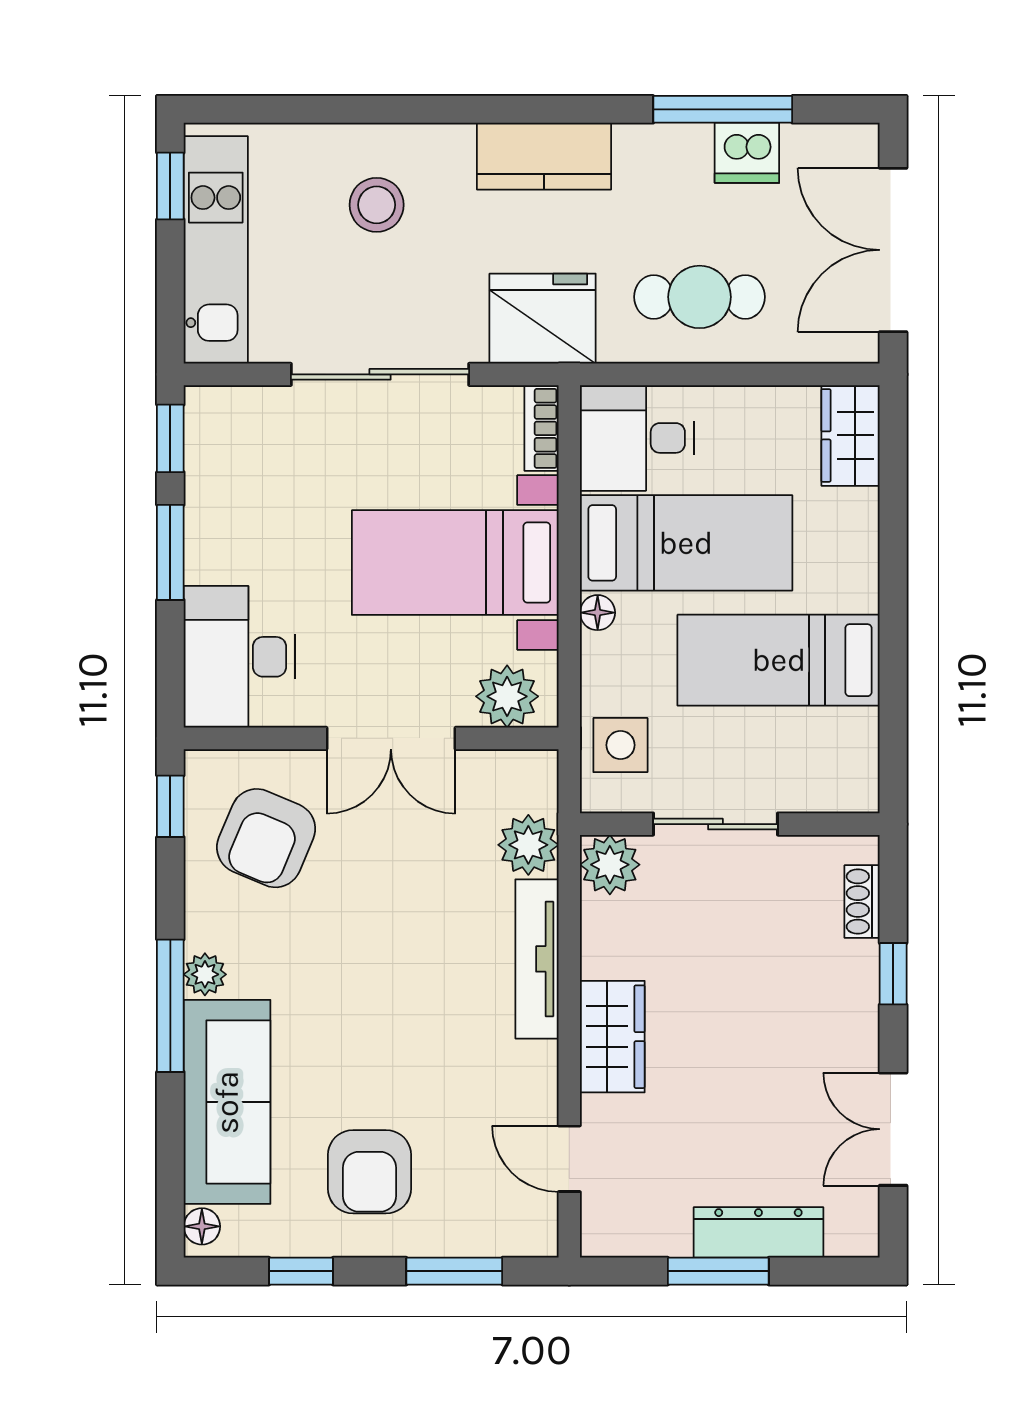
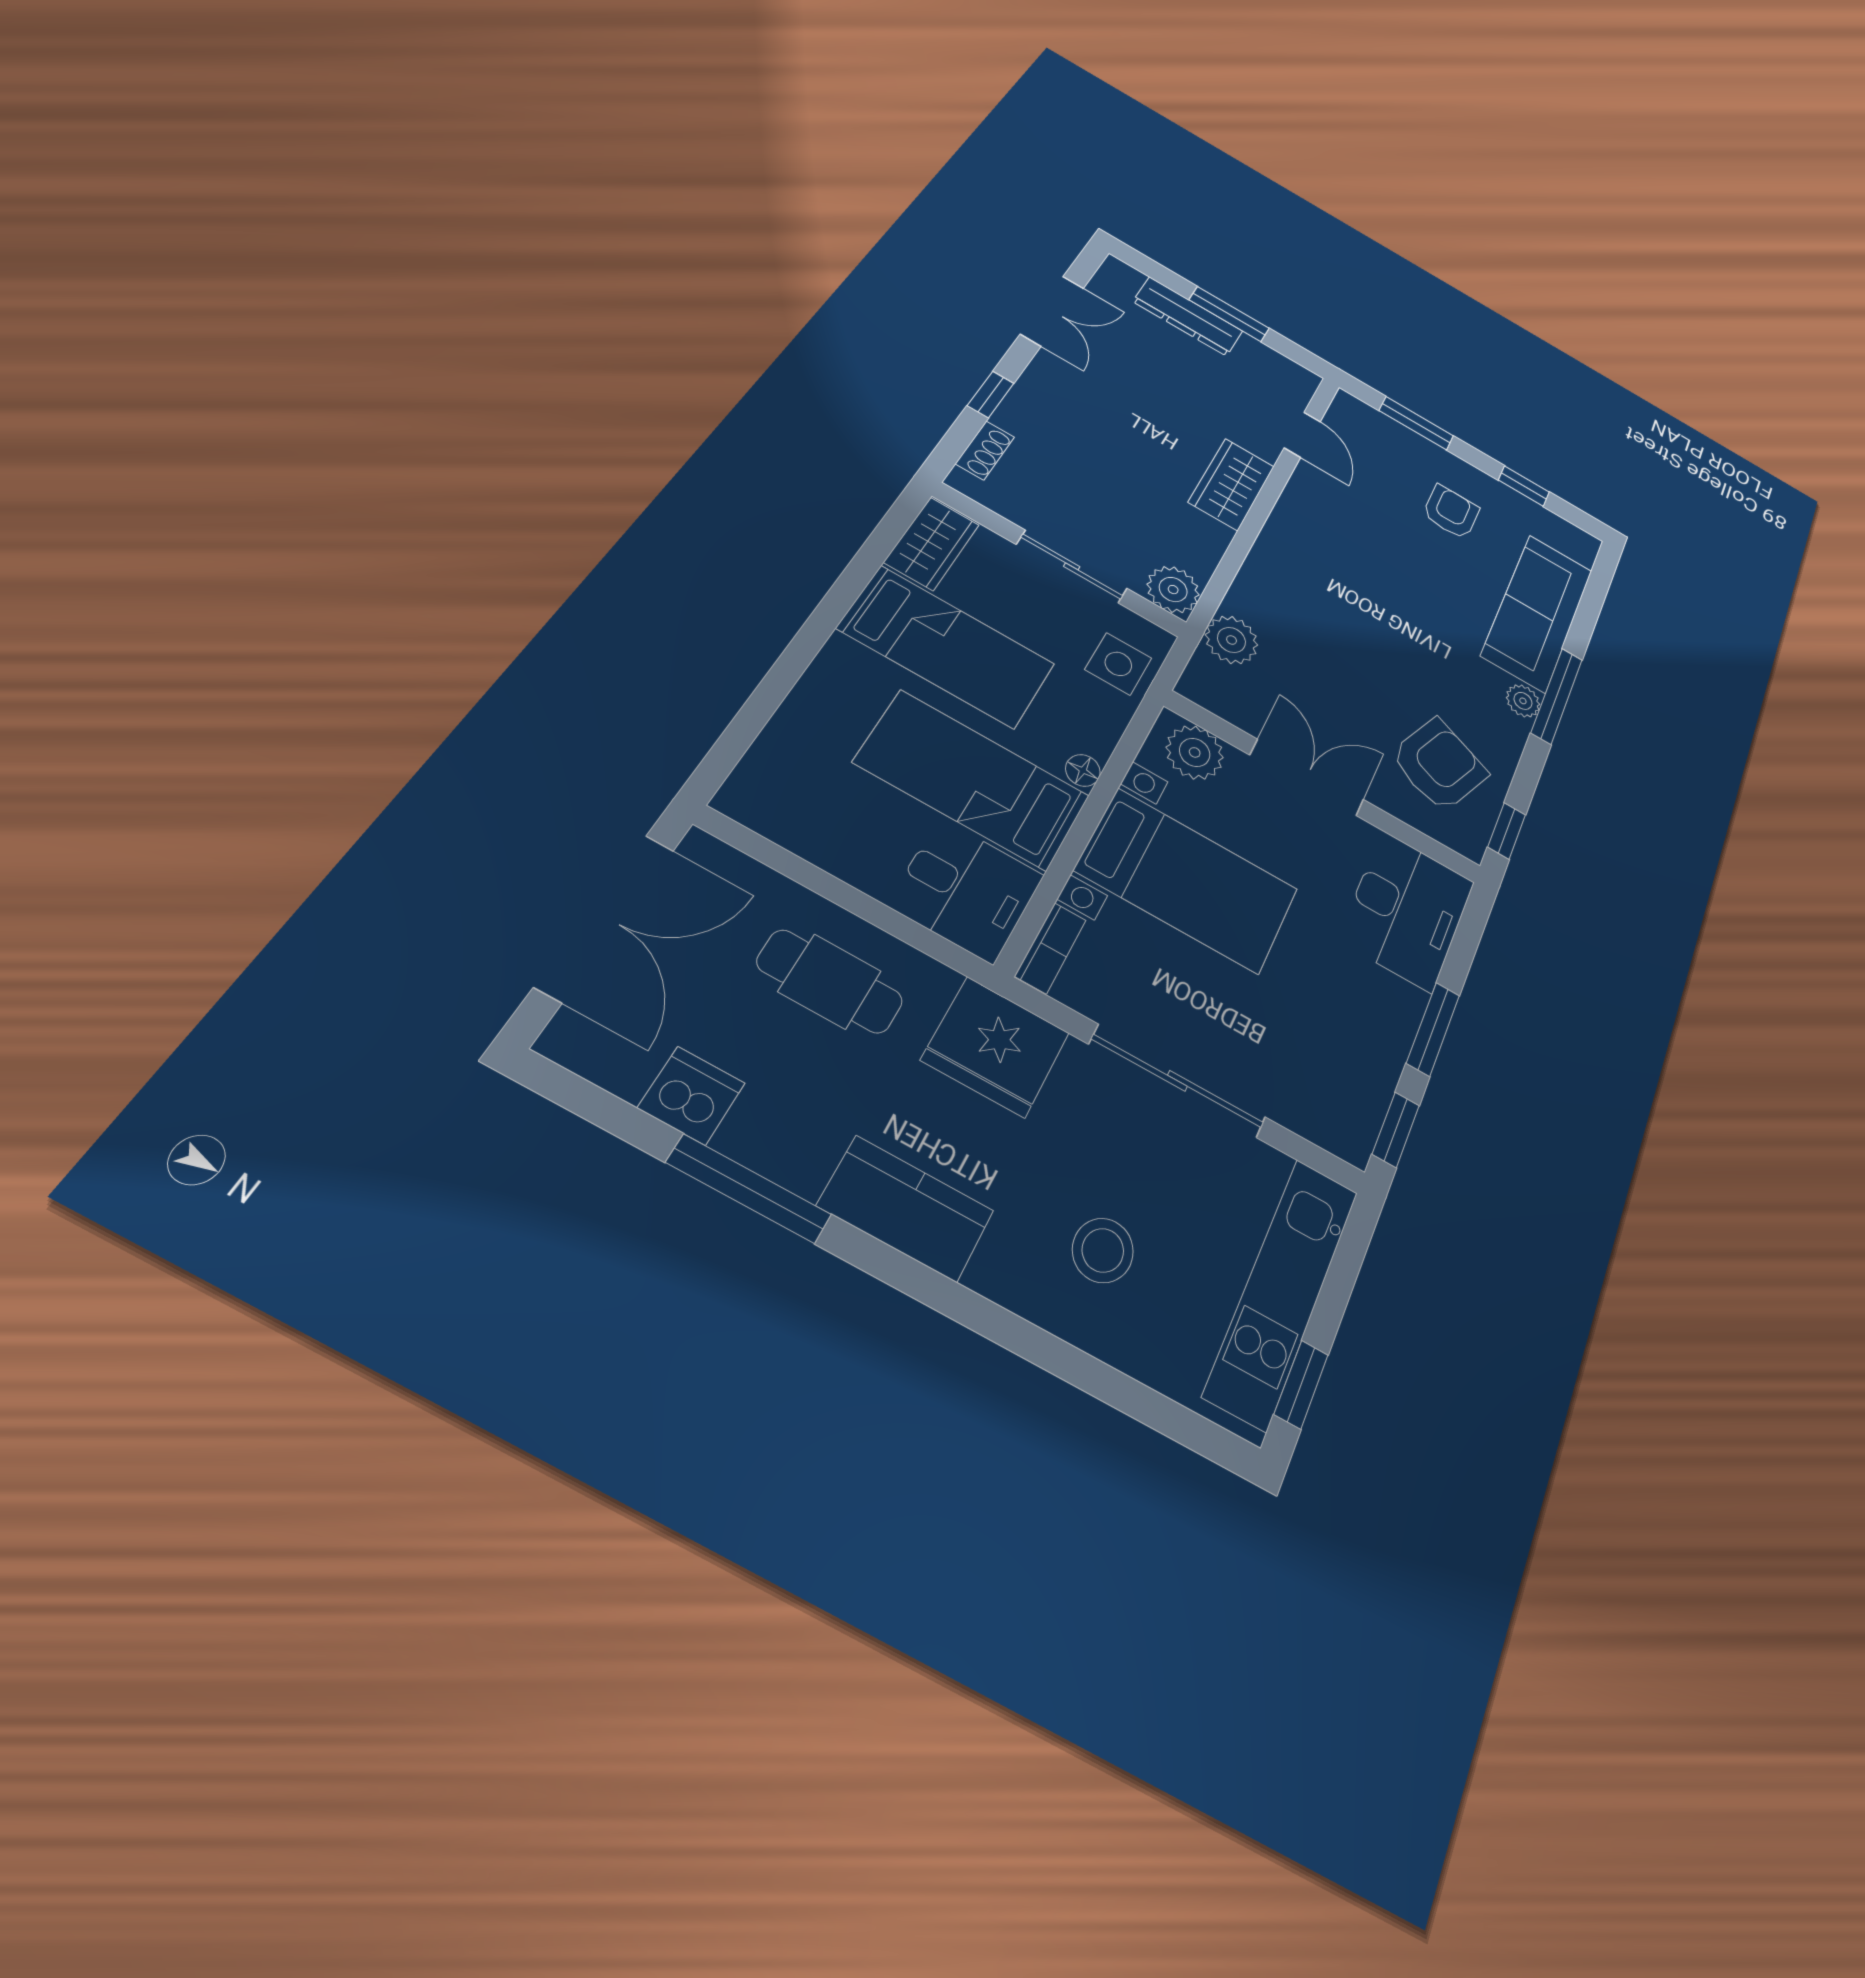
window: (723, 109) -> (749, 1189), moved
wardrobe: (851, 435) -> (932, 544), moved
tv unit: (537, 959) -> (1264, 564), removed
armchair: (369, 1172) -> (1451, 512), width x0.72, depth x0.72
floor lamp: (202, 1226) -> (1583, 551), removed

